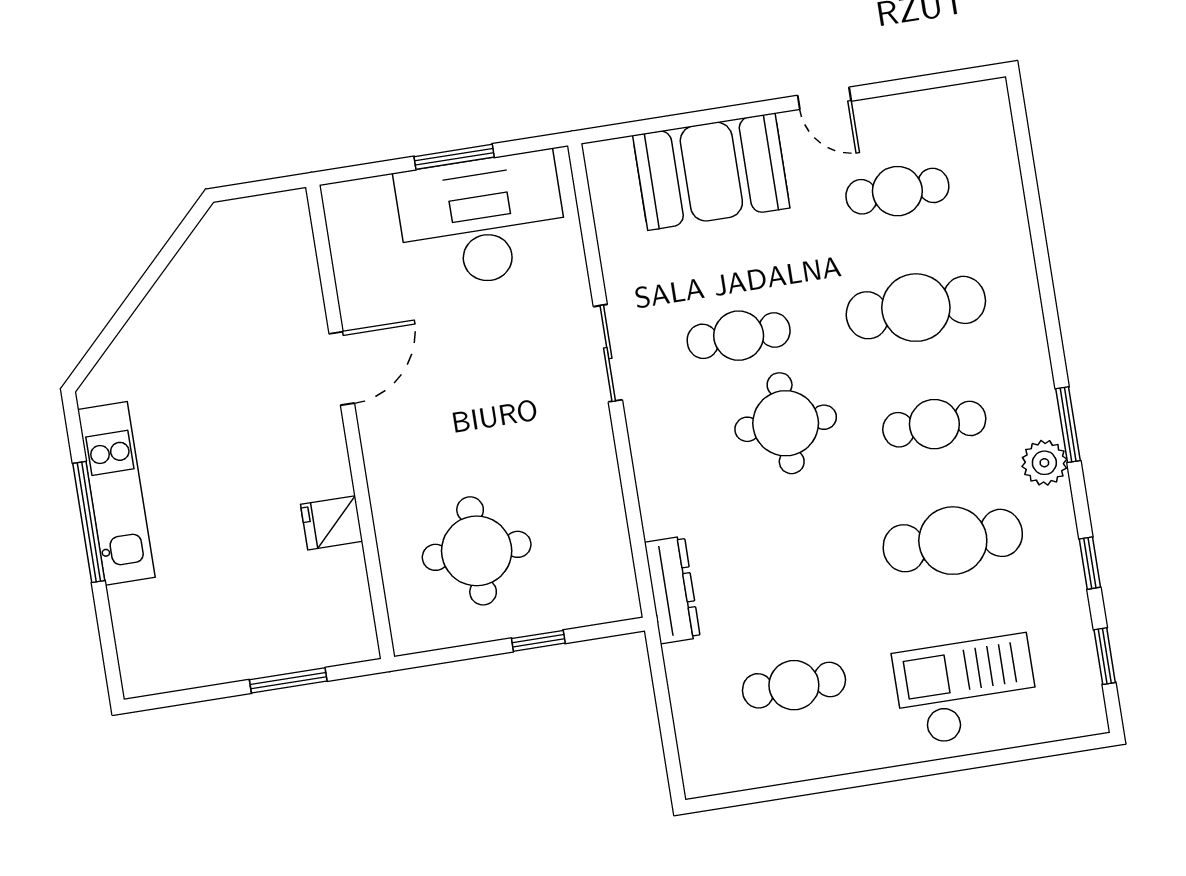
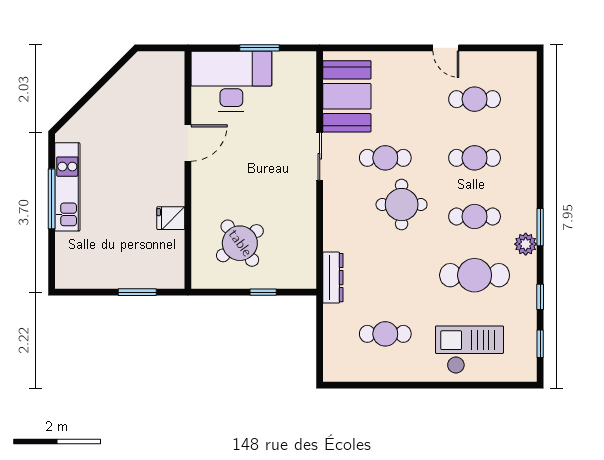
booth: (711, 172) -> (347, 96), moved, turned 90
desk: (482, 220) -> (231, 81), moved
cafe table: (916, 308) -> (475, 158), width x0.73, depth x0.74
round table: (477, 551) -> (240, 243), turned -36

